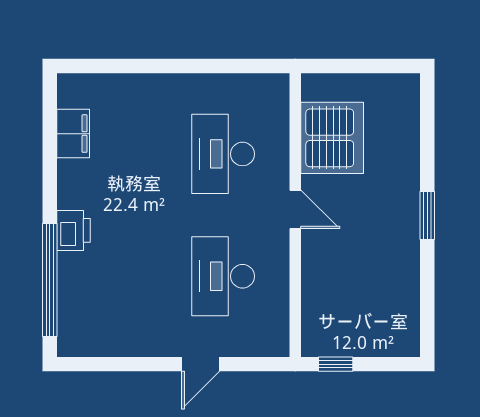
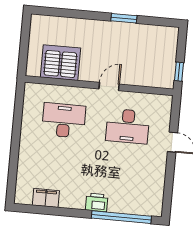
desk: (223, 154) -> (64, 120), turned 180
door: (295, 209) -> (109, 87), moved
window: (427, 215) -> (124, 18), moved

